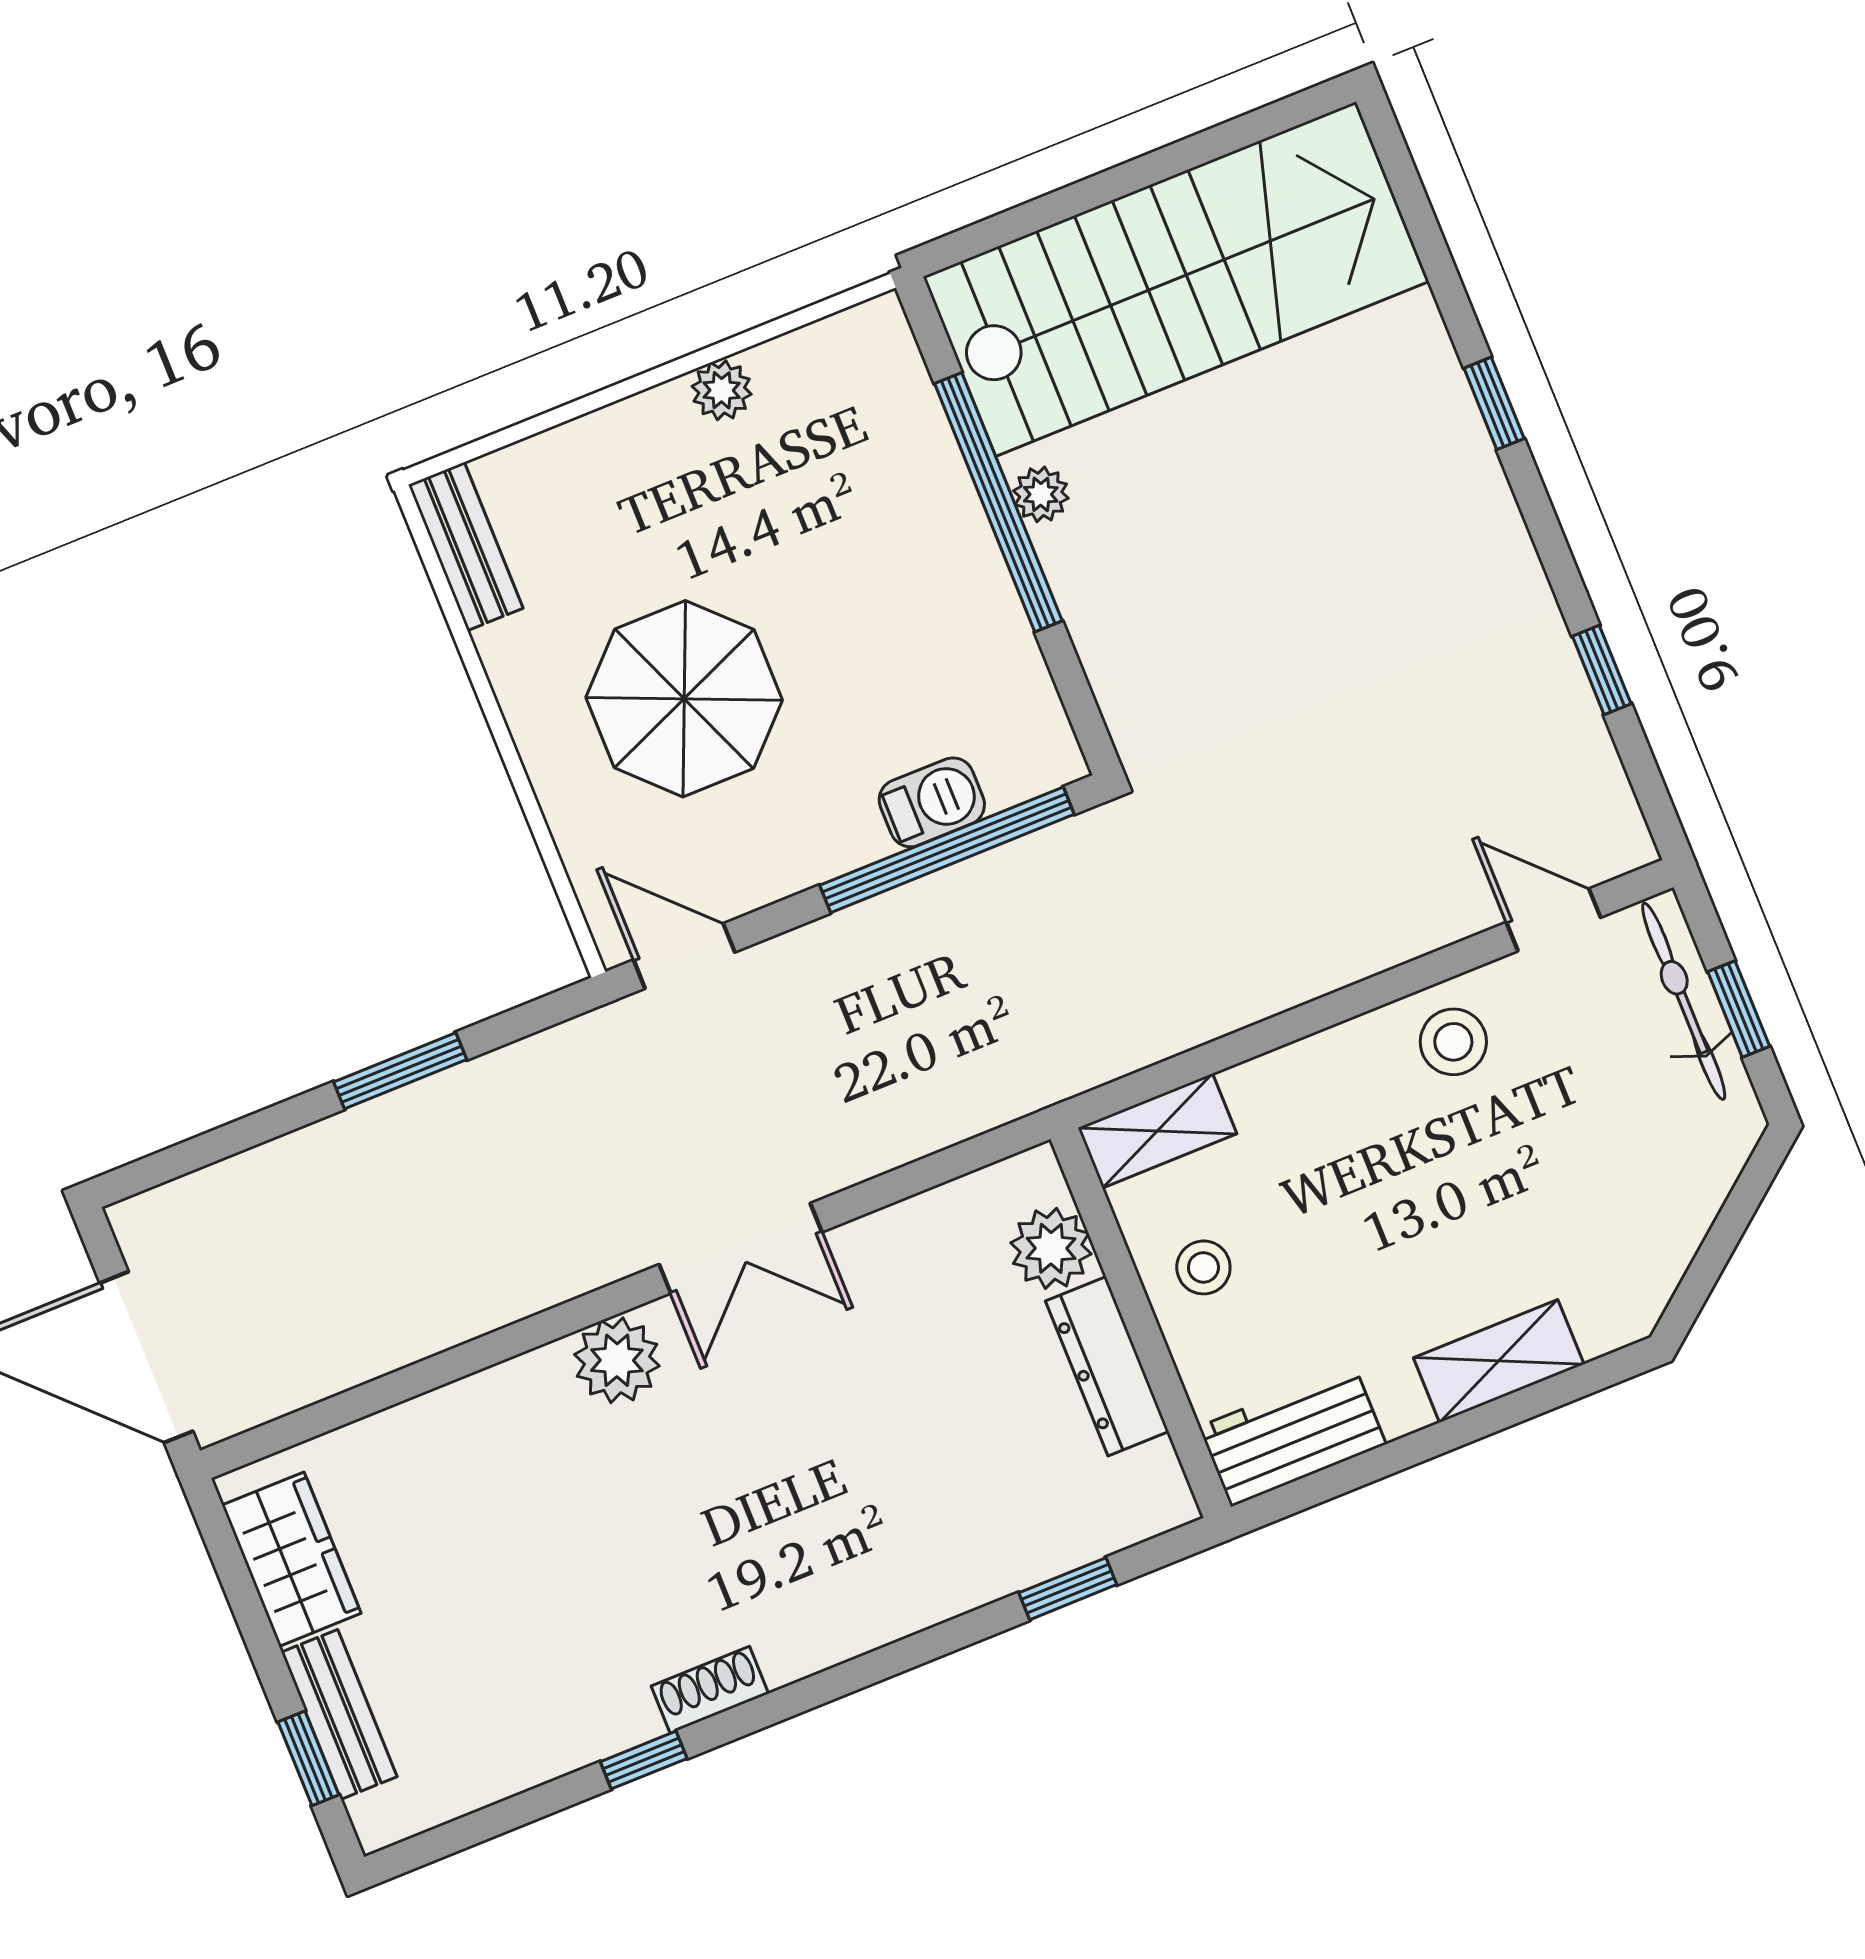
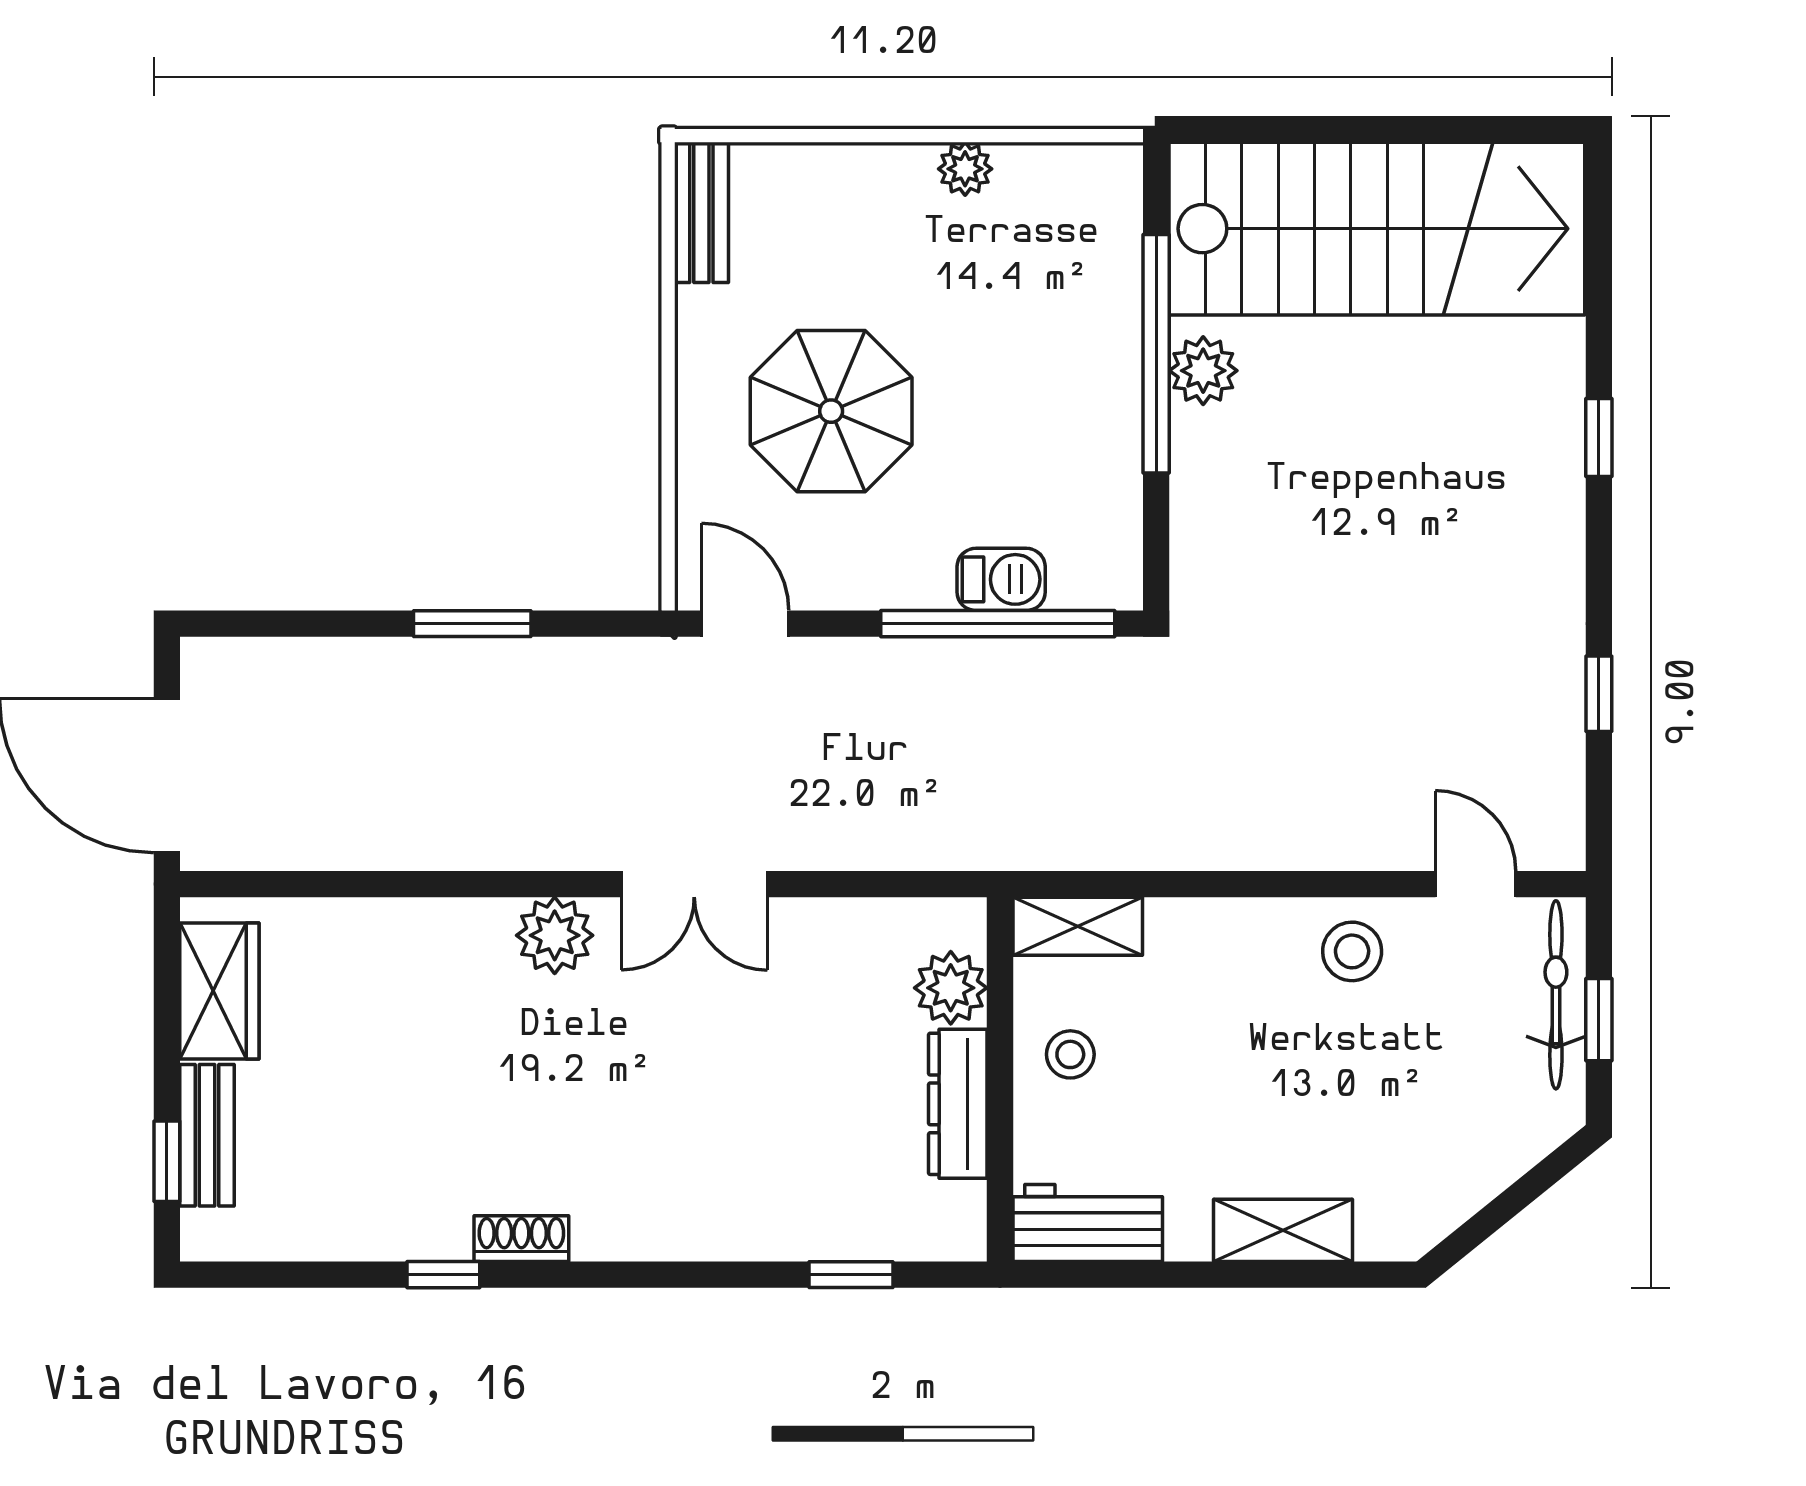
plant: (1041, 494) -> (1203, 371), width x1.38, depth x1.38

